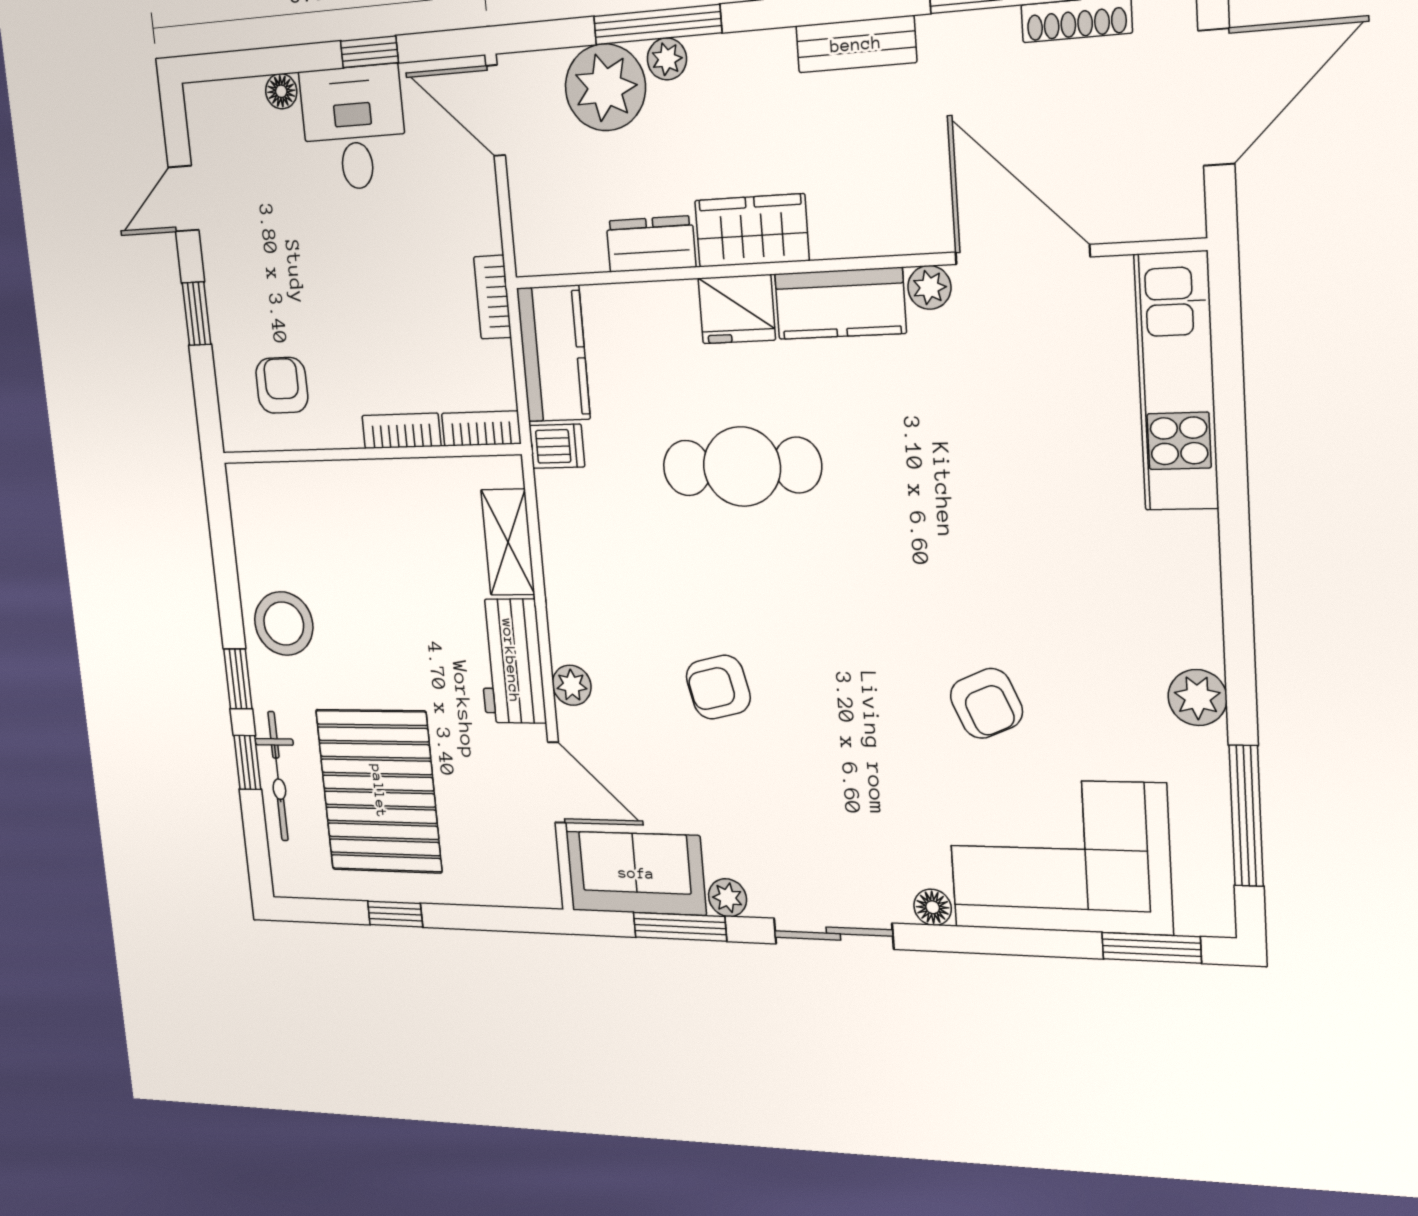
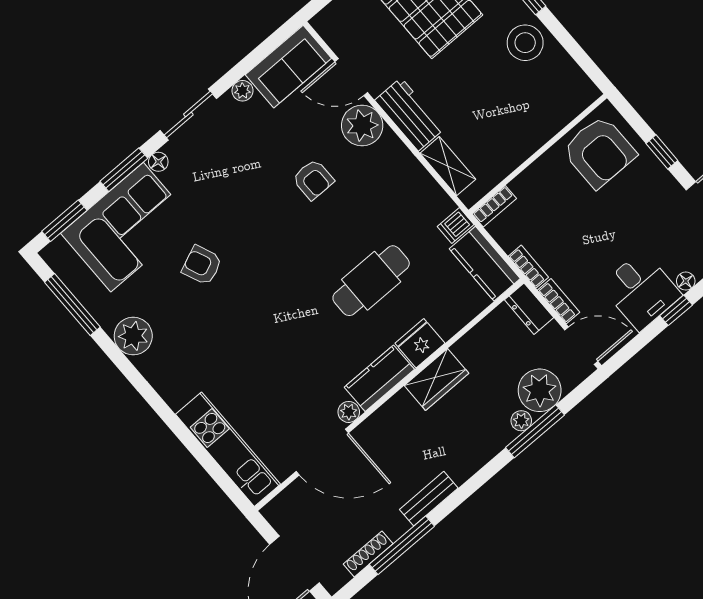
bench: (856, 44) -> (429, 499), moved
window: (369, 52) -> (676, 310), moved
dresser: (651, 244) -> (529, 309), moved, turned 90
armchair: (282, 385) -> (599, 152), width x1.88, depth x1.88
bookcase: (401, 431) -> (559, 301), moved, turned -90
plant: (572, 685) -> (362, 126), width x1.88, depth x1.88
armchair: (718, 687) -> (313, 179), turned 103
plant: (1198, 698) -> (133, 336), width x1.36, depth x1.36
window: (680, 927) -> (124, 170), moved

